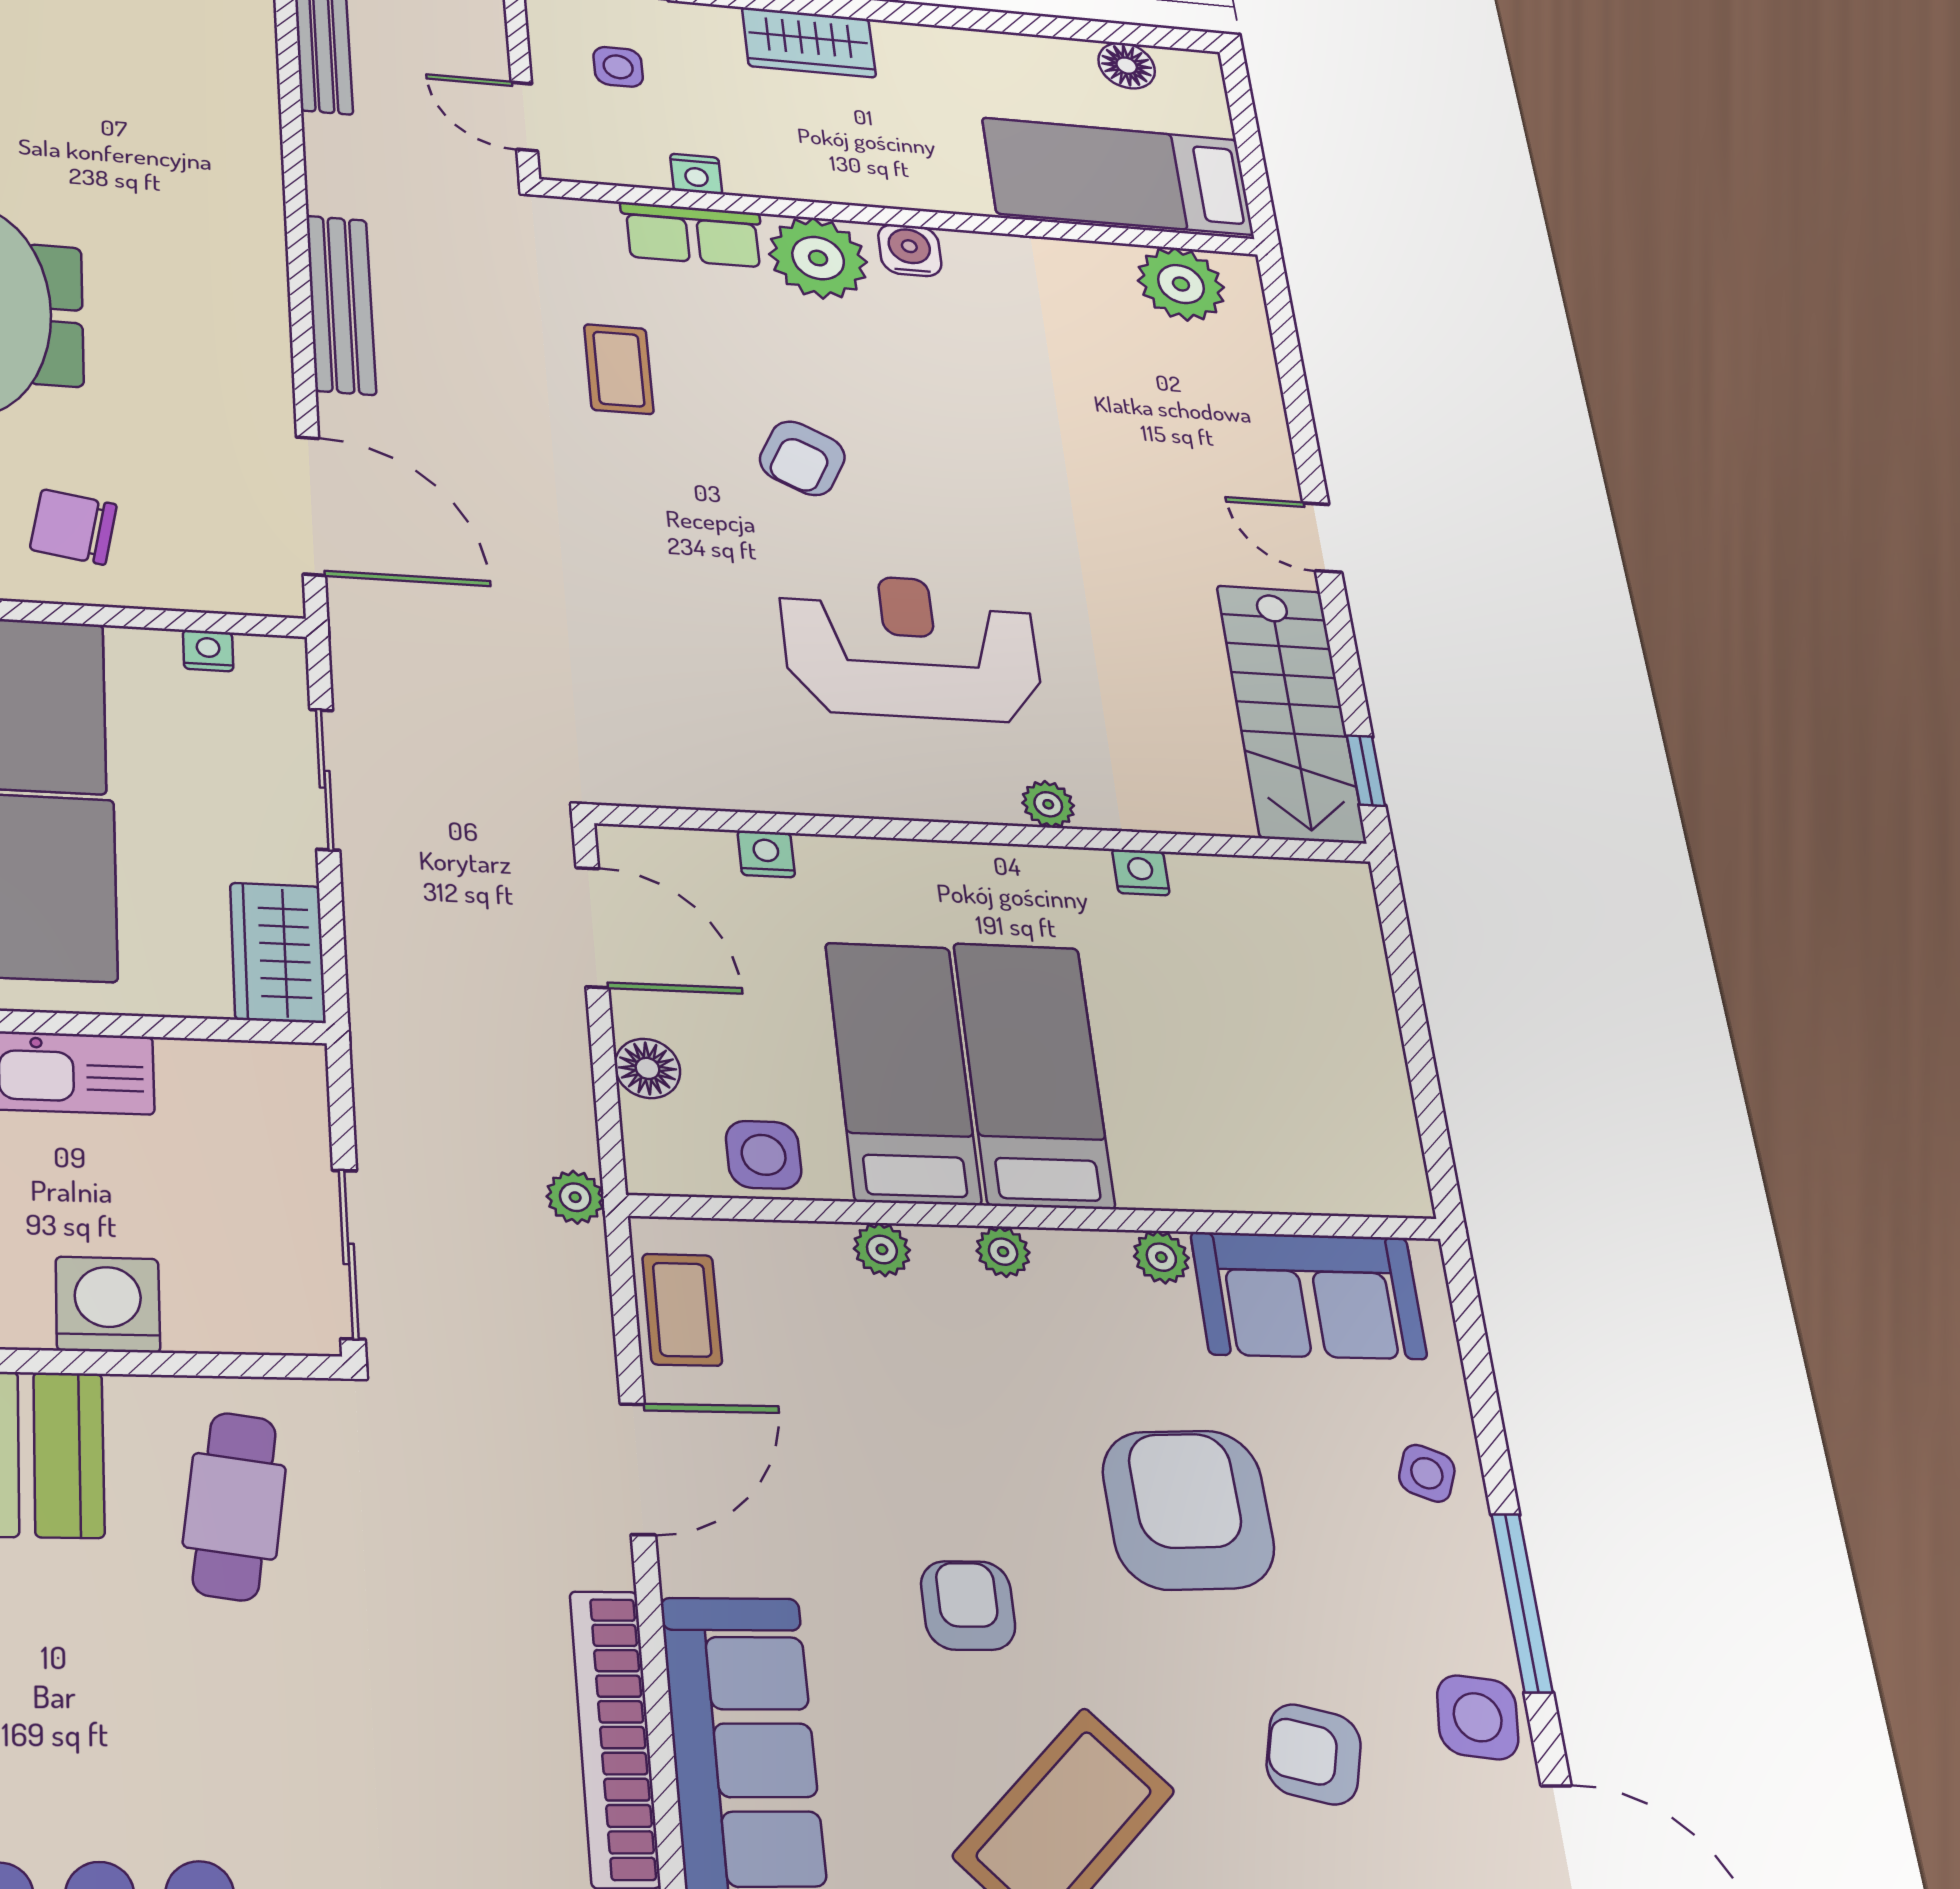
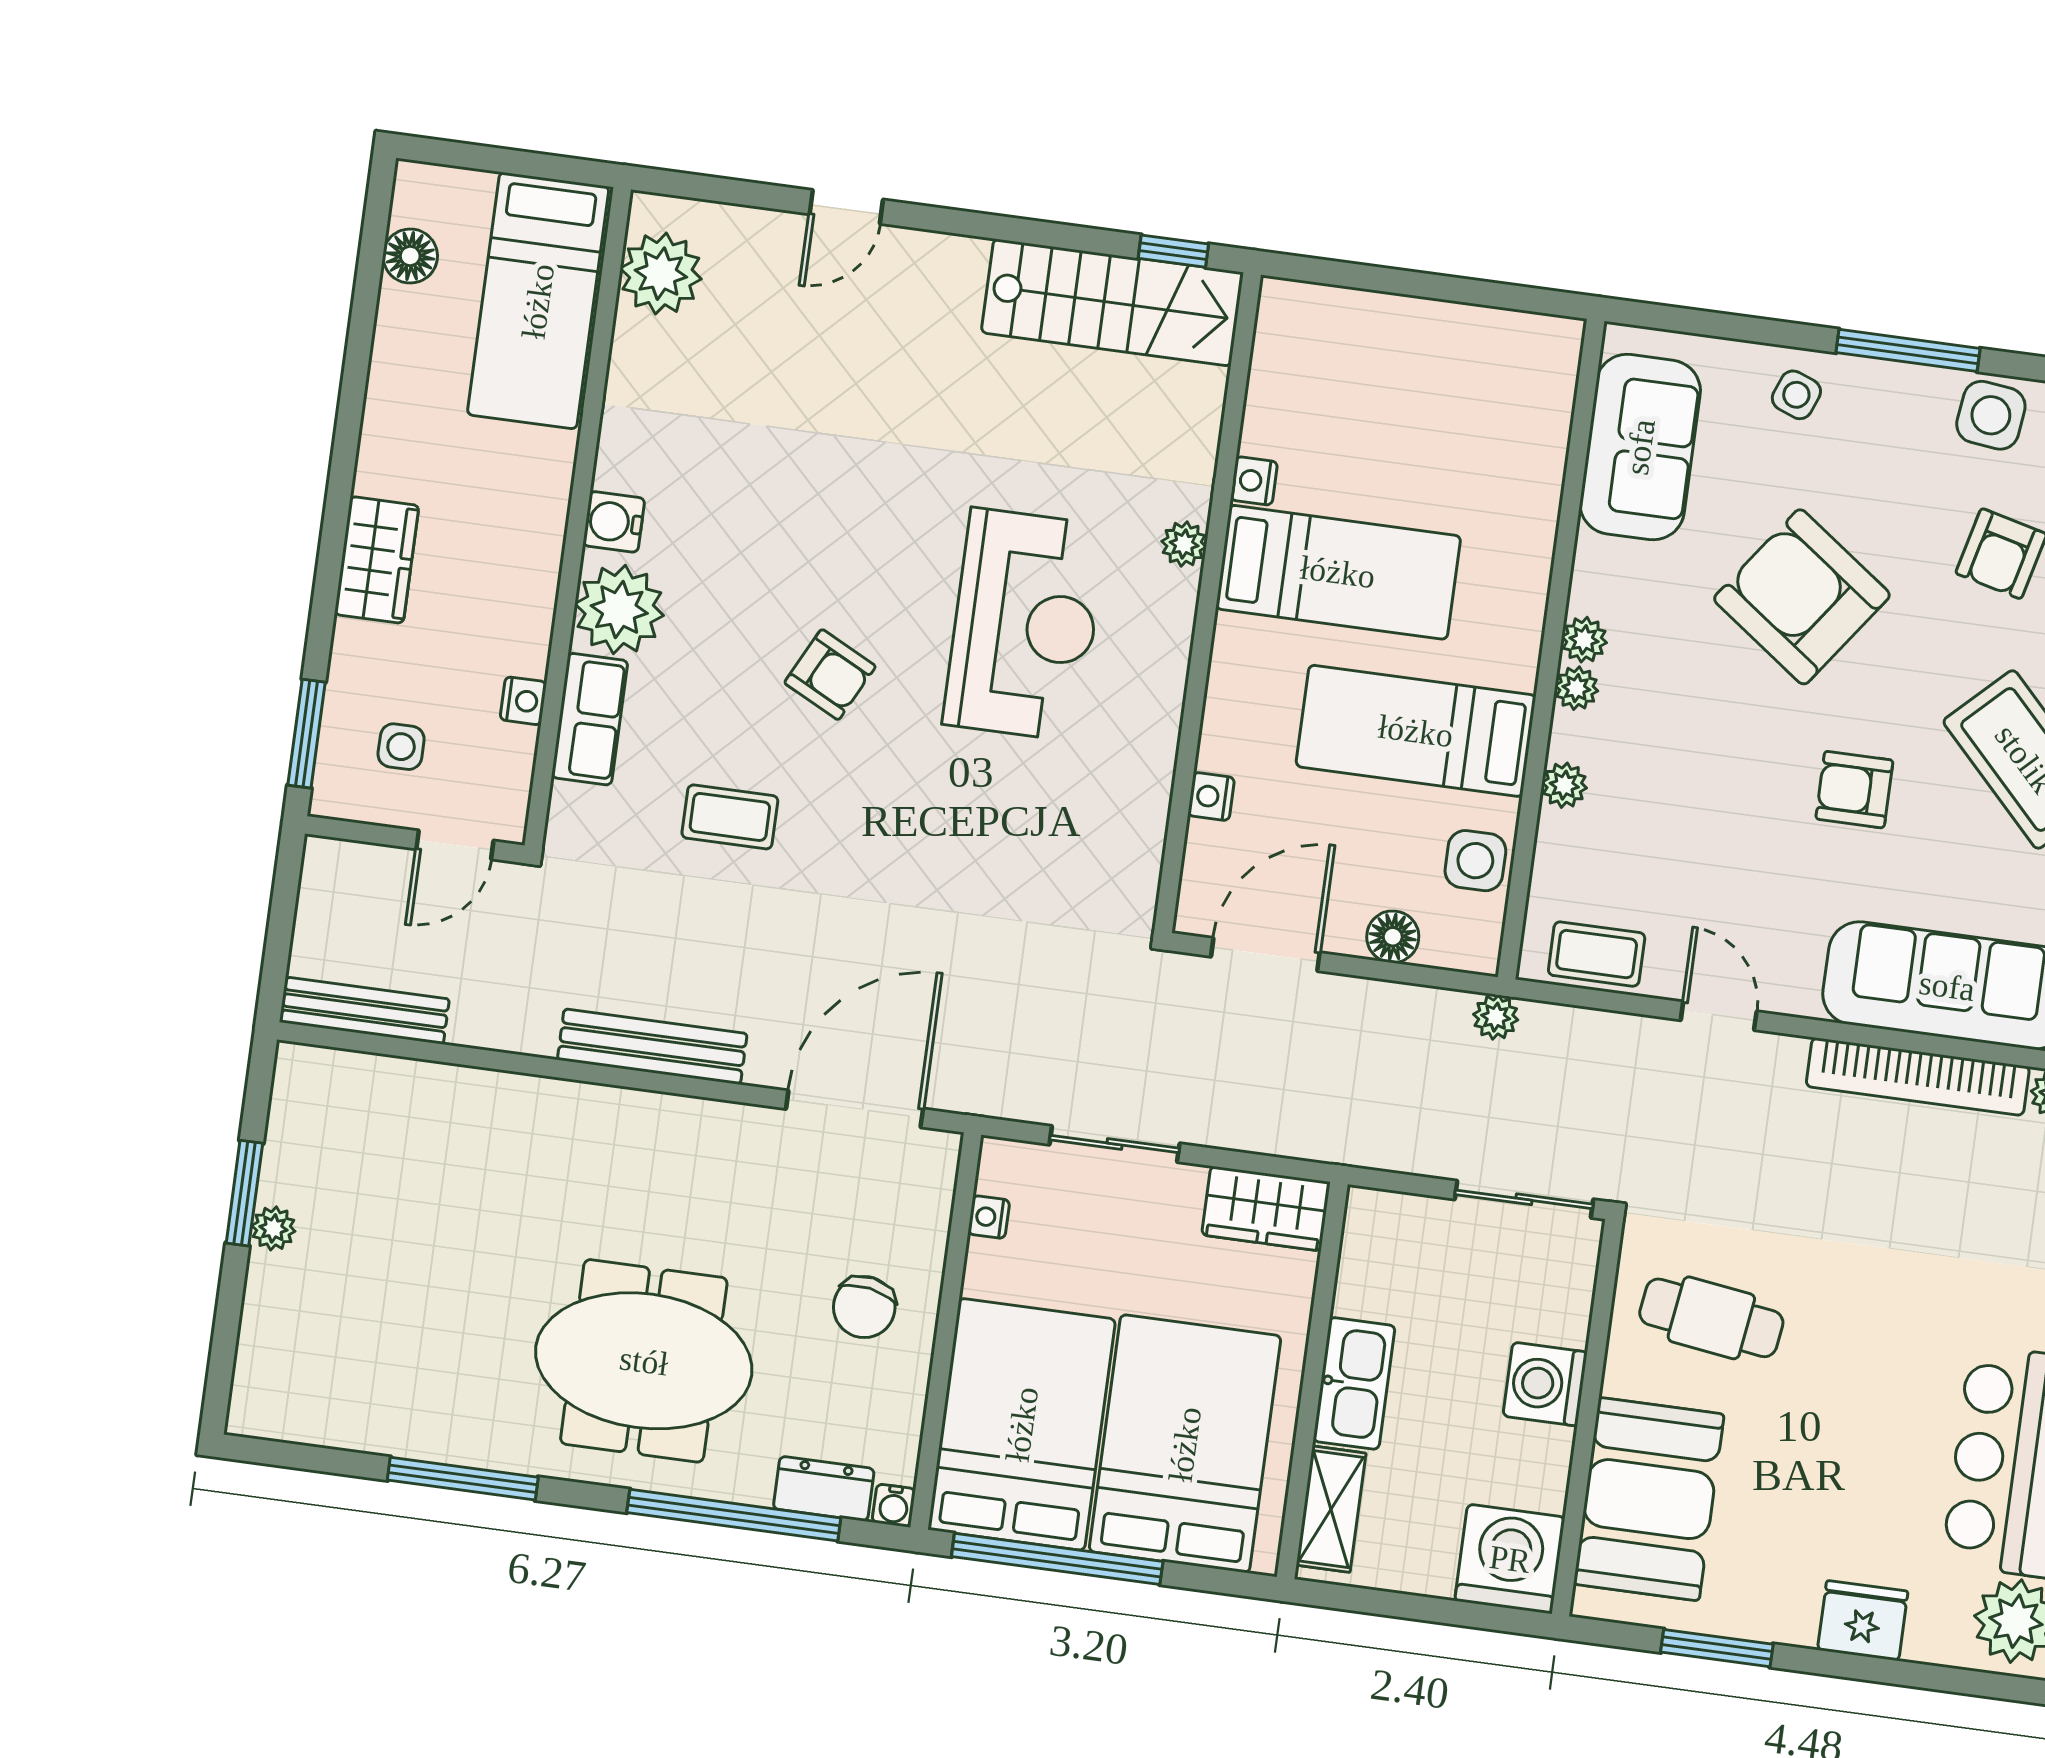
door: (1322, 537) -> (846, 207), moved
reception desk: (911, 647) -> (1025, 625), turned 180
bed: (1033, 1075) -> (1338, 572), moved, turned 180
plant: (1161, 1257) -> (1584, 640), moved
door: (638, 1469) -> (1719, 1016), width x0.73
armchair: (1188, 1510) -> (1802, 597), turned 38

